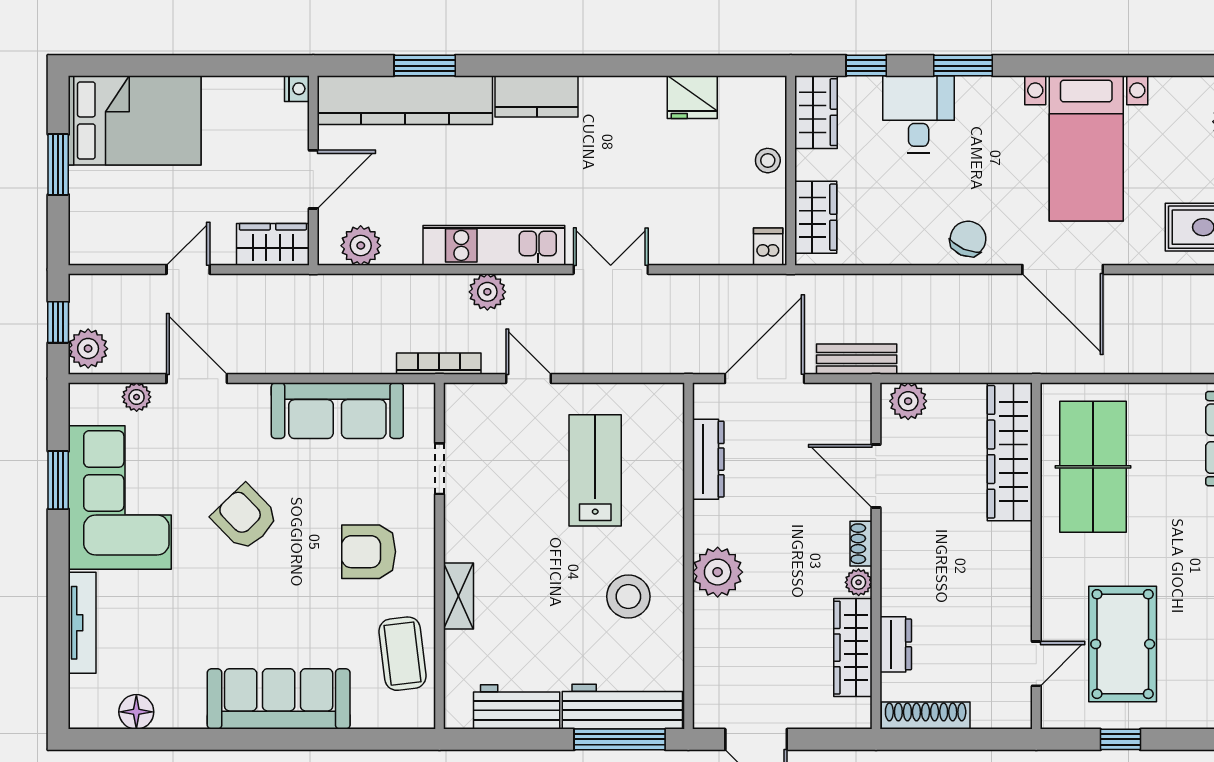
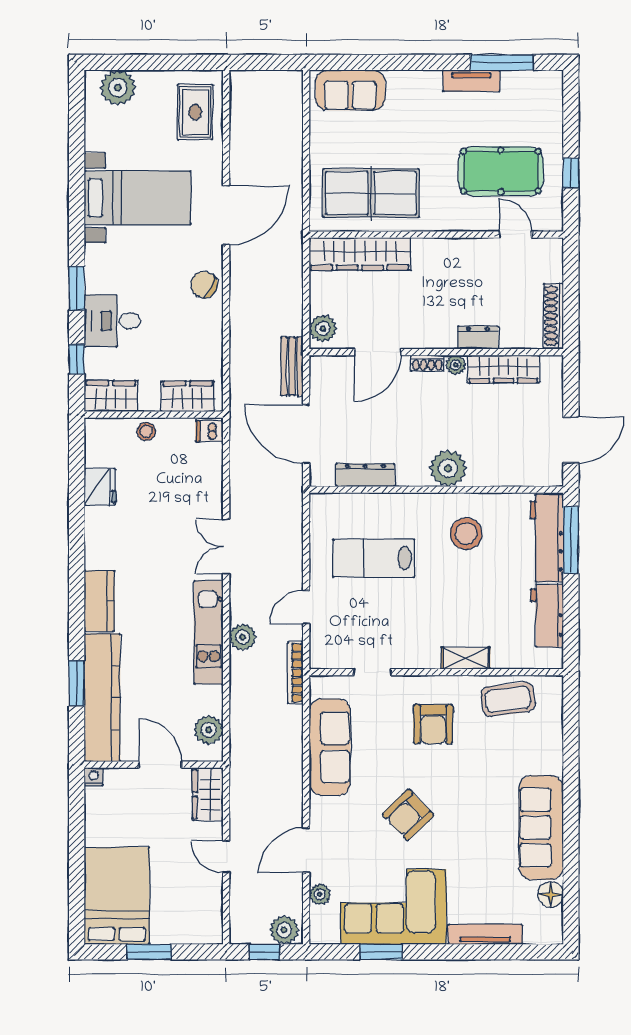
dresser: (896, 644) -> (478, 338), moved
sofa: (279, 699) -> (541, 828), moved

